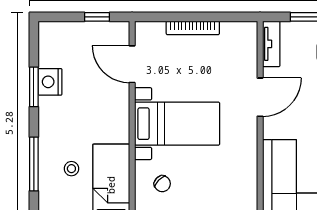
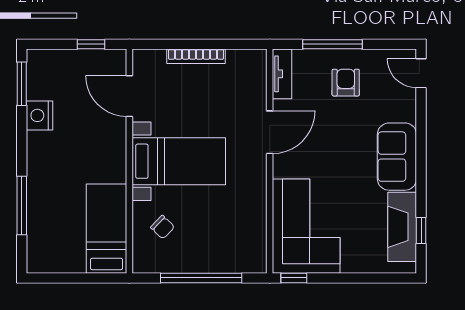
window: (34, 87) -> (22, 84), moved
stool: (71, 169) -> (63, 211), removed

